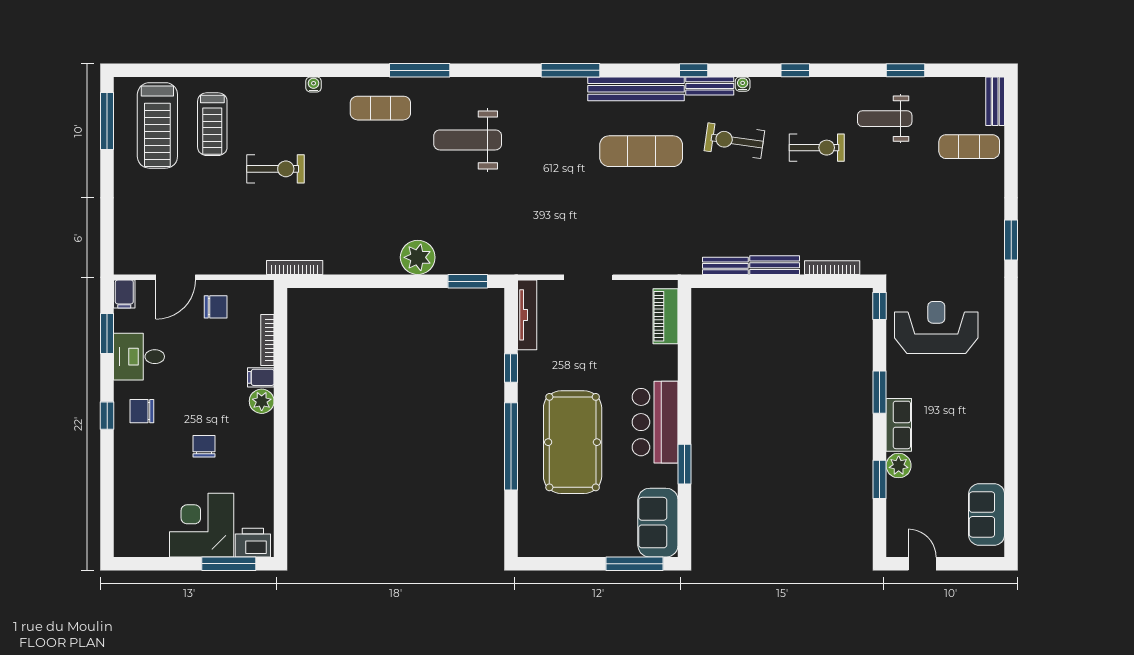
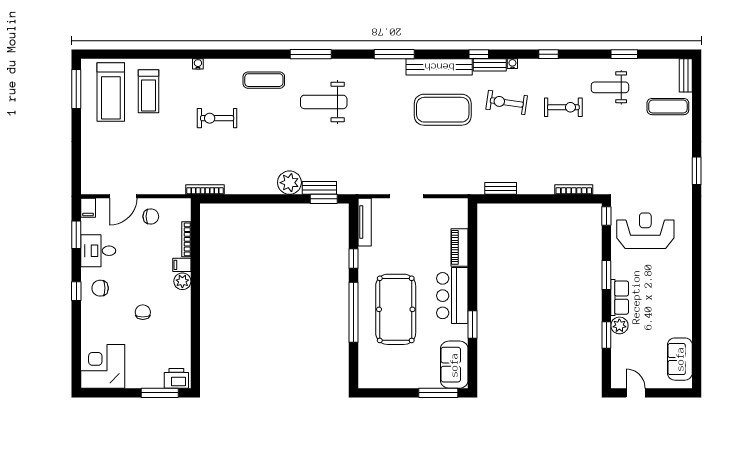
window: (420, 70) -> (311, 54), moved
water cooler: (314, 84) -> (198, 64), moved
exercise mat: (641, 151) -> (443, 110), width x1.47
exercise bike: (276, 169) -> (217, 118), moved, turned 180
bench: (775, 265) -> (319, 188), moved
piano: (666, 316) -> (460, 247), moved
corner desk: (202, 525) -> (103, 366), moved

